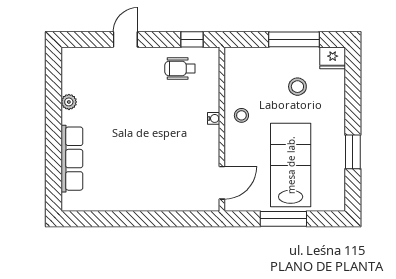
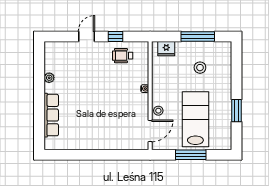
window: (192, 39) -> (116, 36), moved
fridge: (333, 58) -> (166, 49), moved
stool: (241, 115) -> (158, 111), moved

